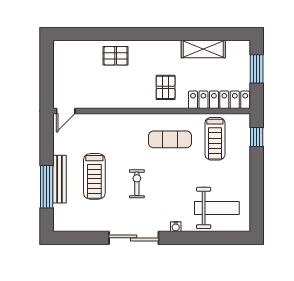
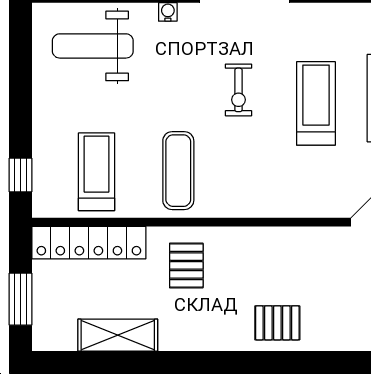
exercise mat: (170, 139) -> (178, 171), turned 90

